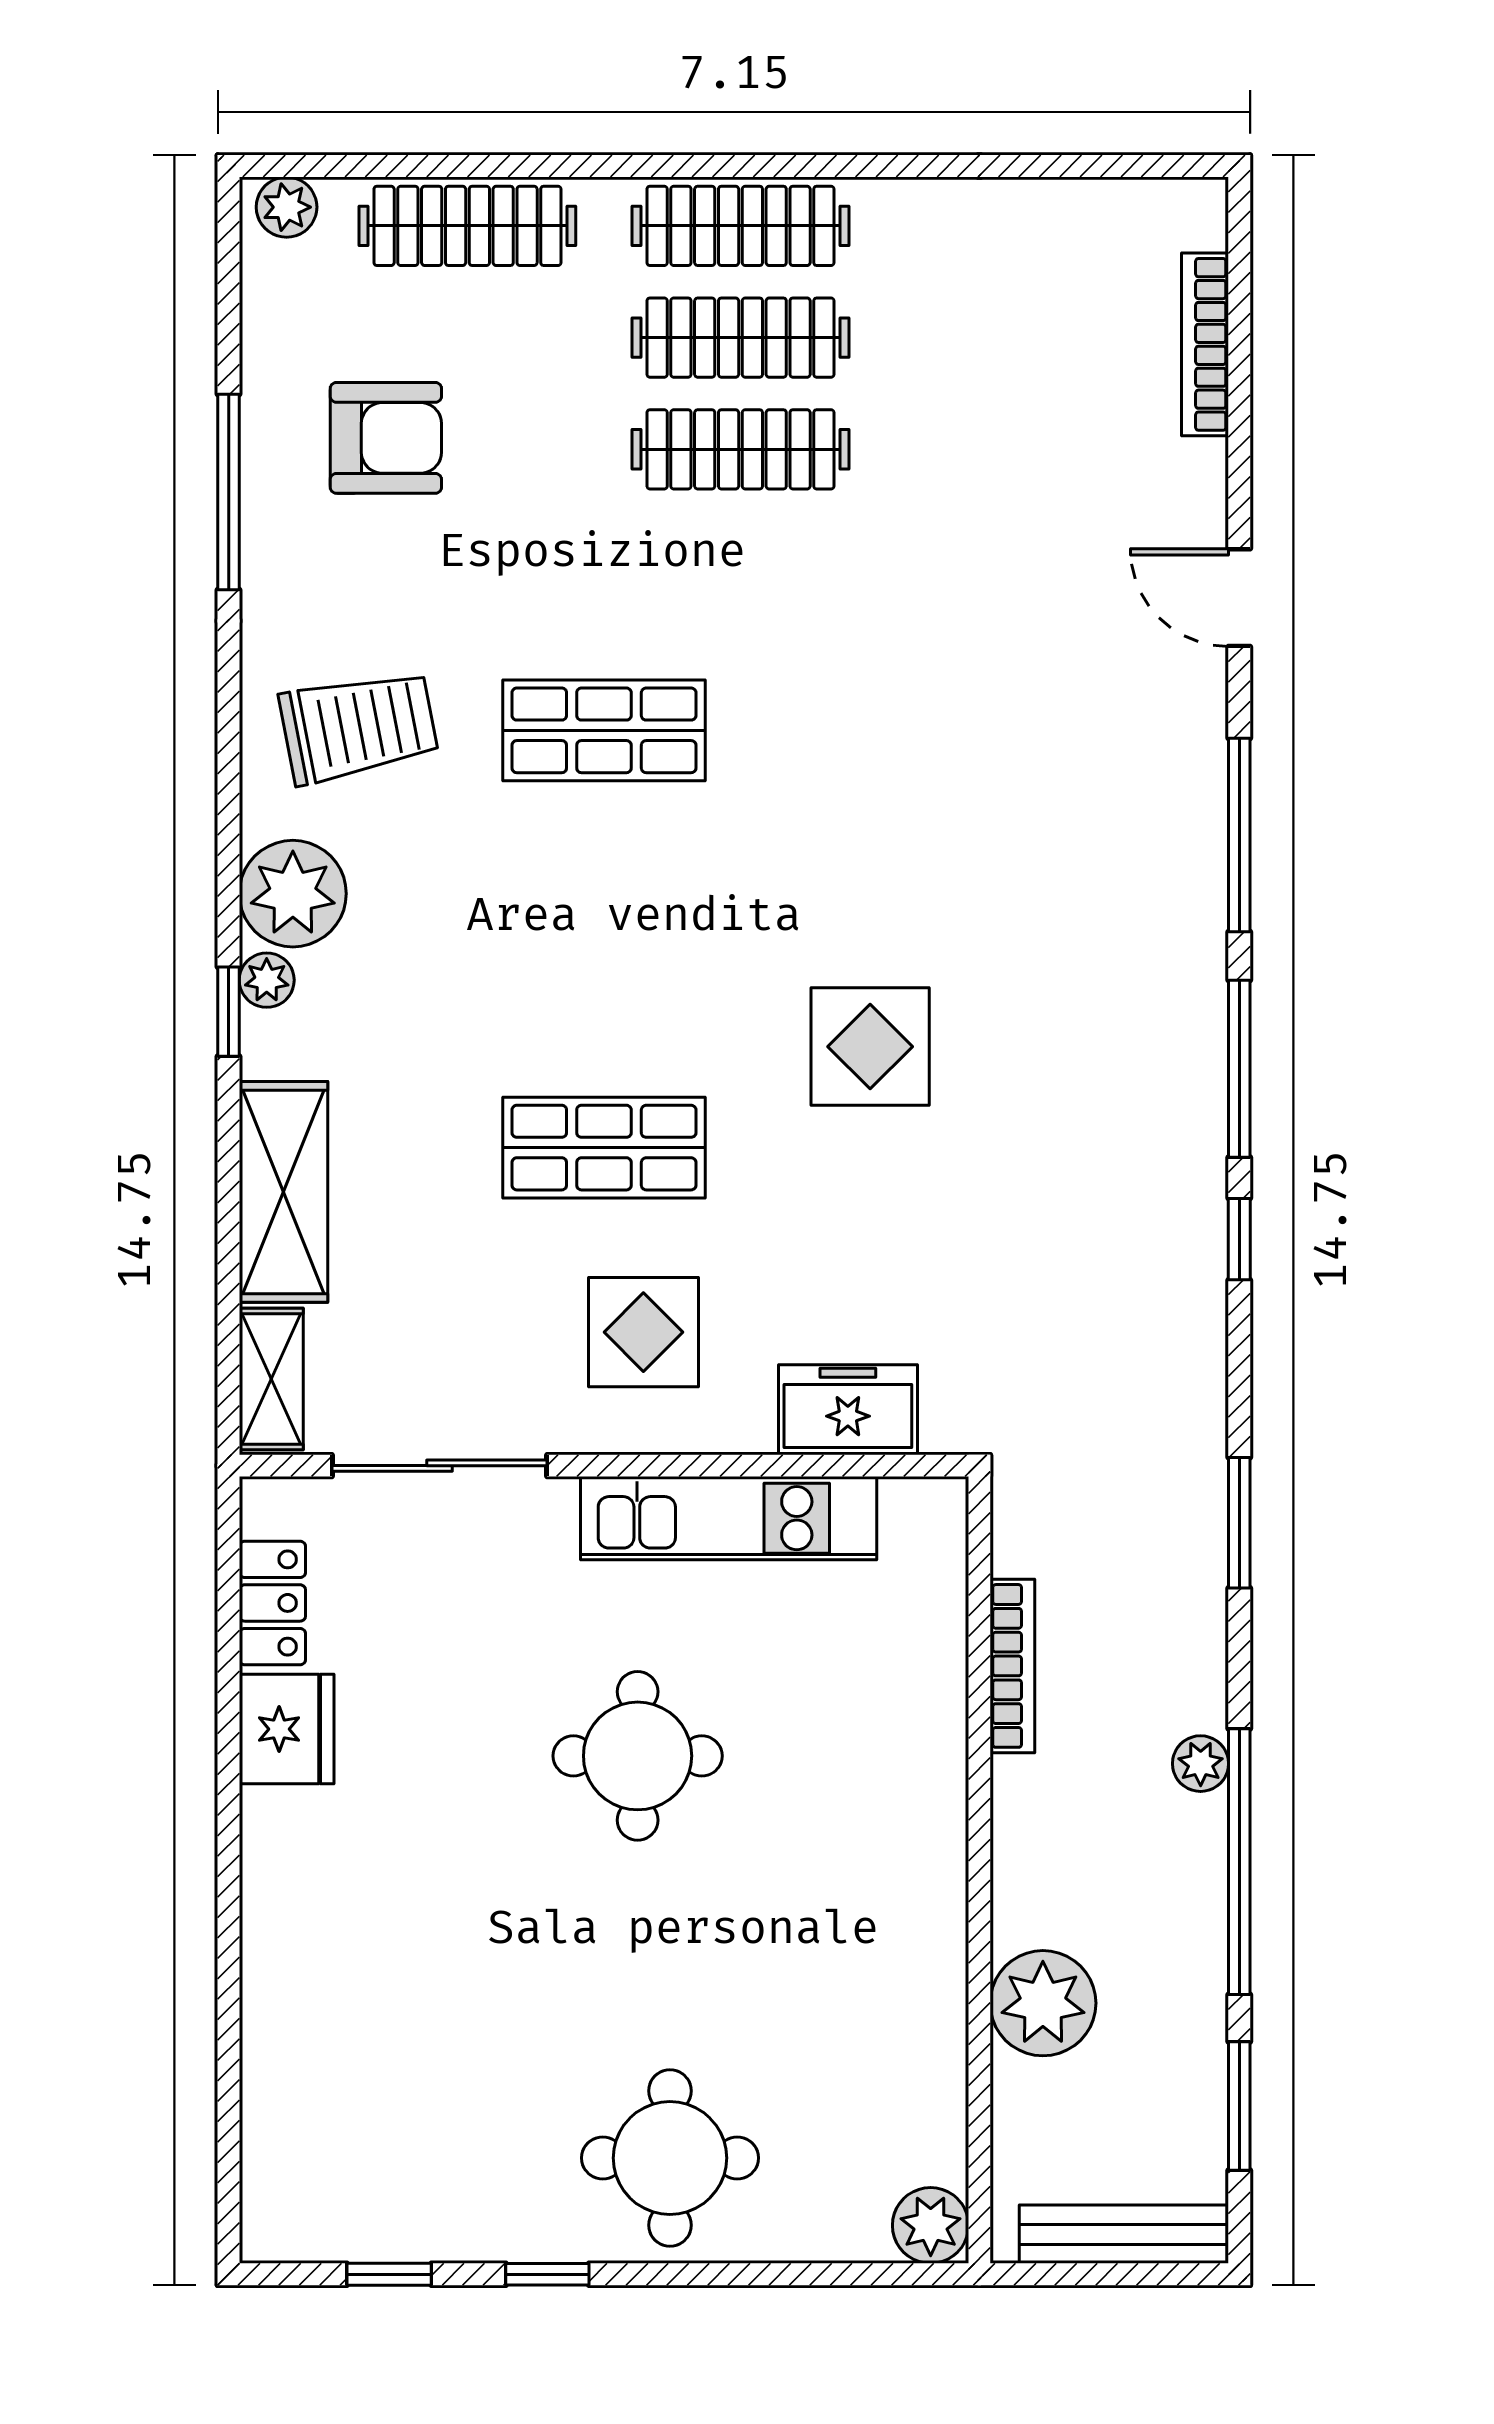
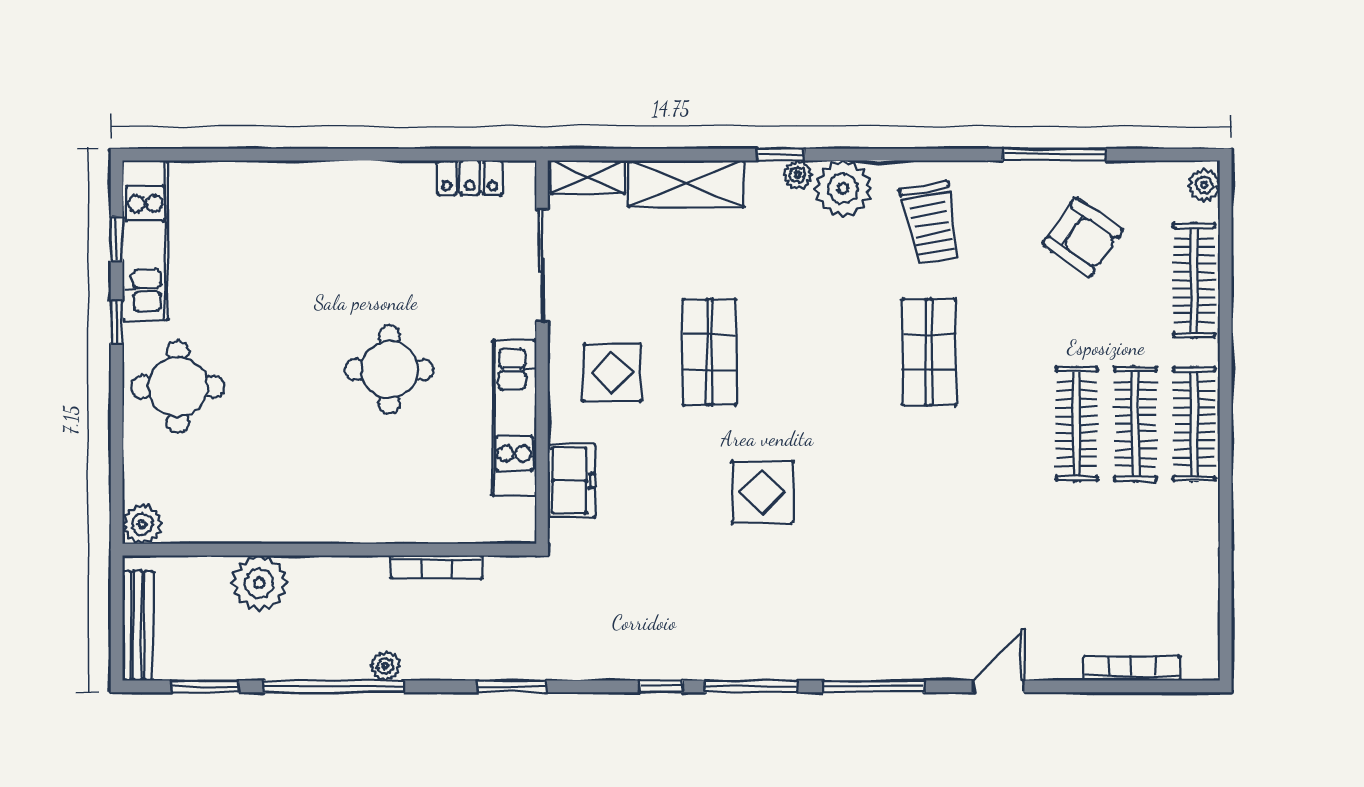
armchair: (386, 438) -> (1083, 237), turned -55
fridge: (287, 1729) -> (403, 185), removed
kitchen unit: (392, 2220) -> (145, 240), added

